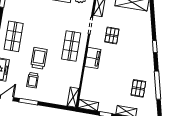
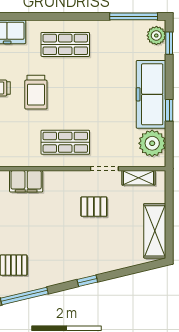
trolley: (39, 58) -> (36, 92), turned 90
filing cabinet: (93, 58) -> (26, 181), moved

